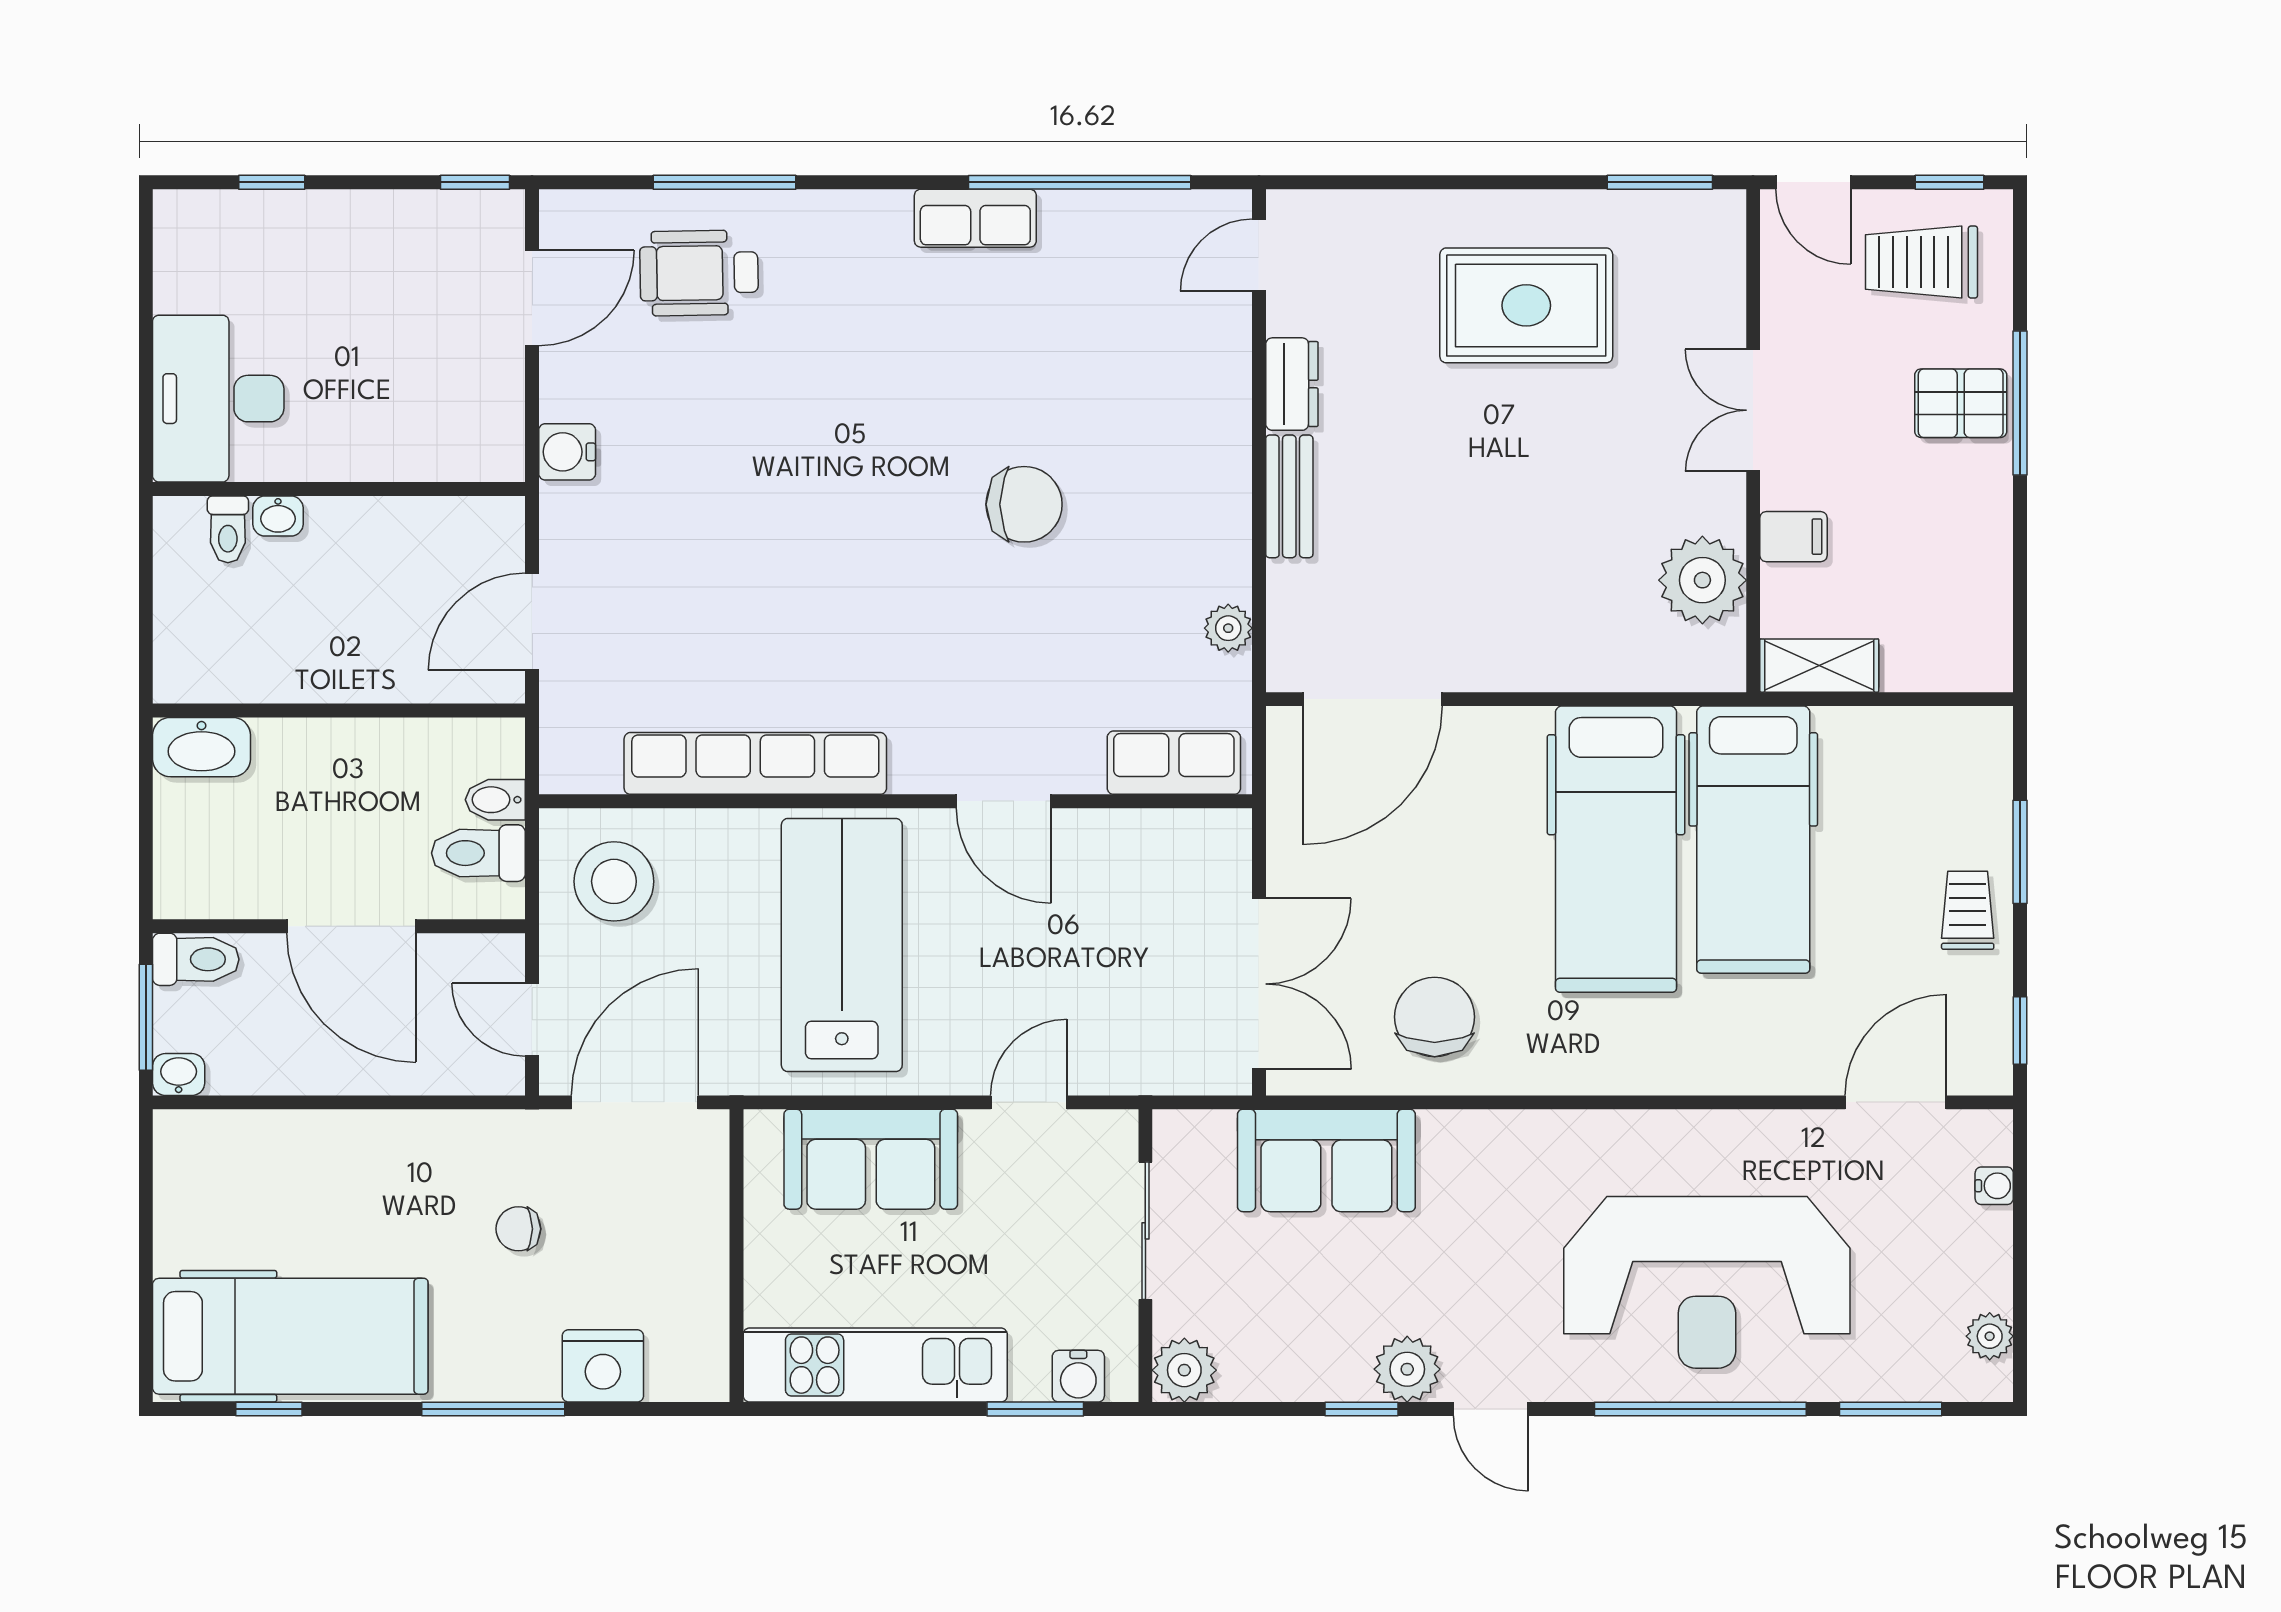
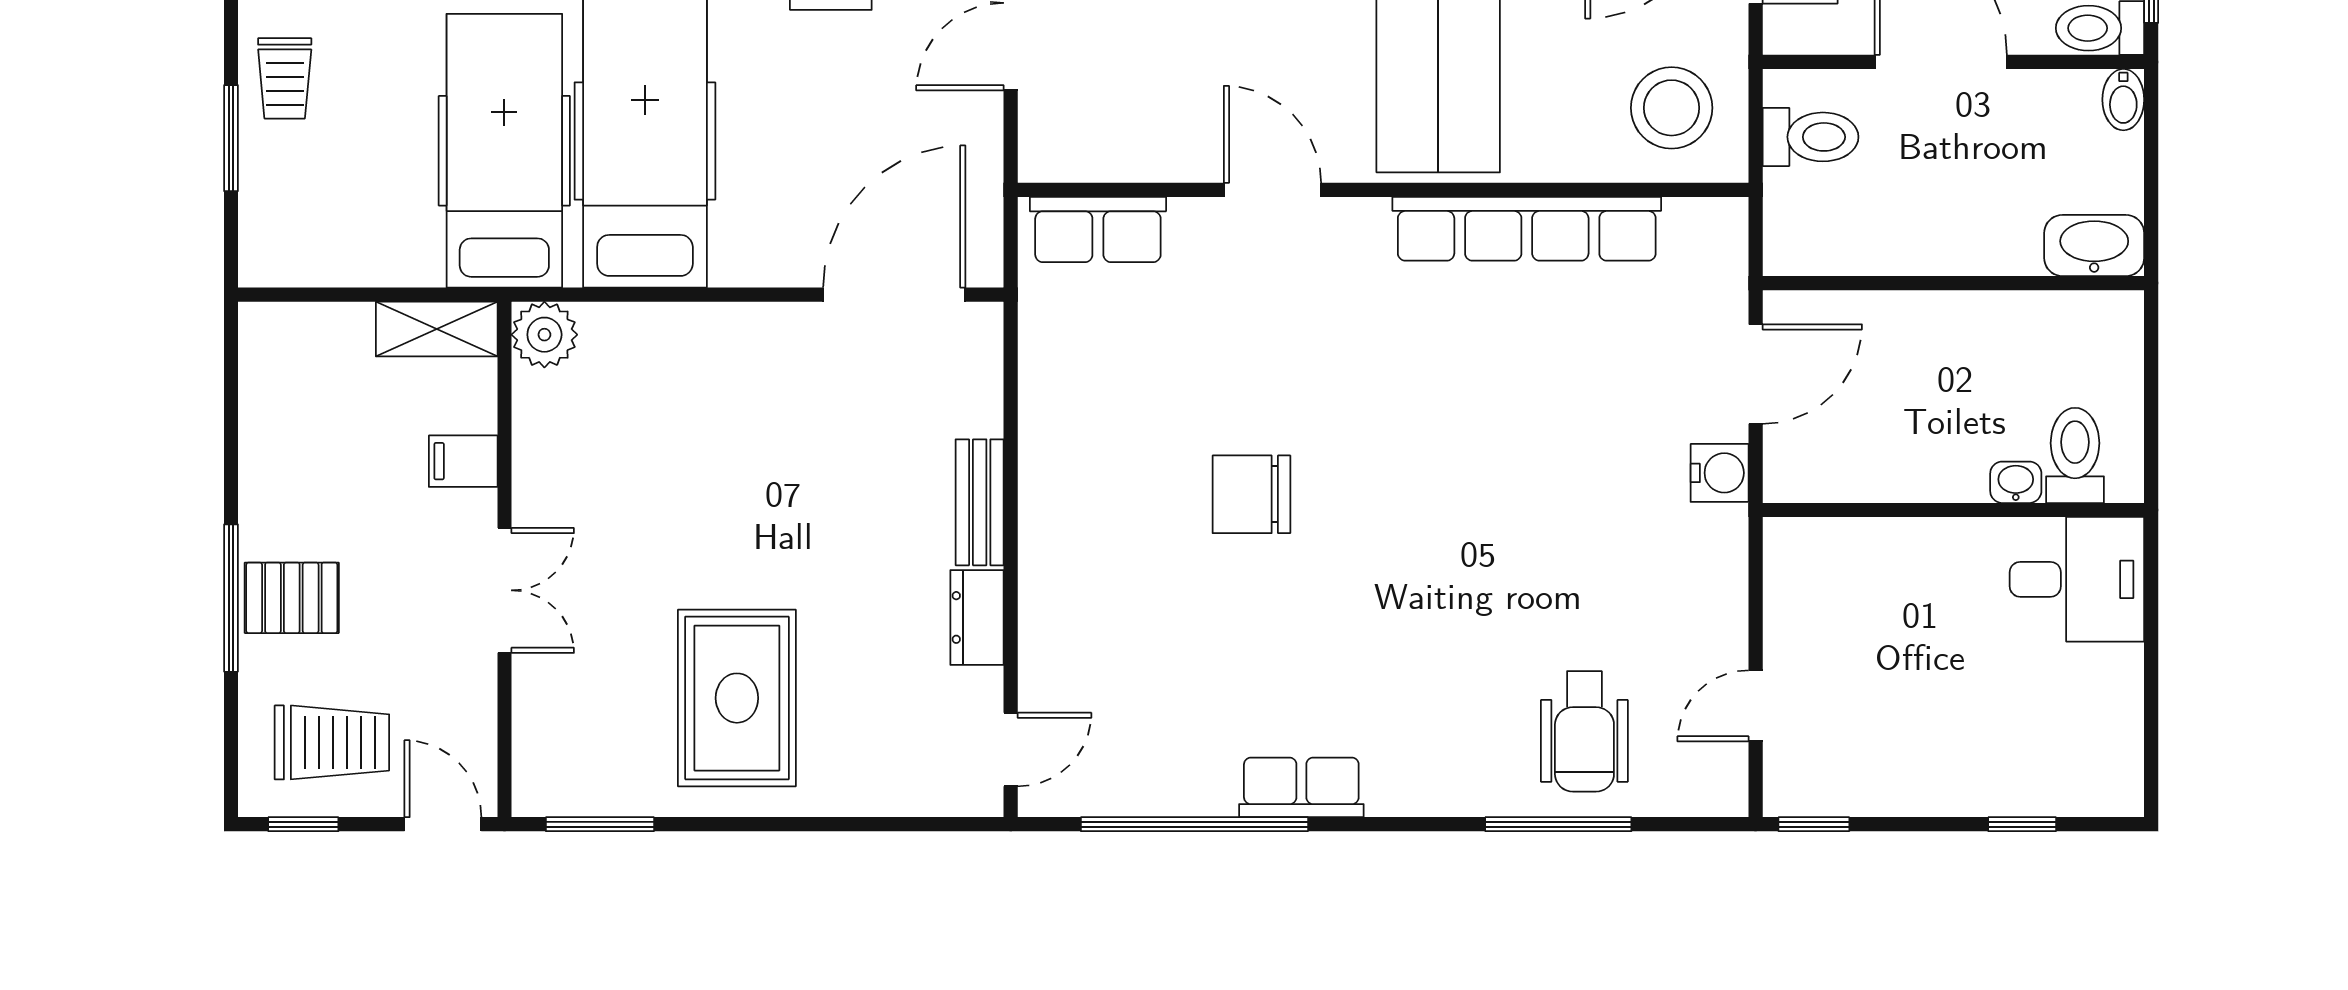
wheelchair: (699, 273) -> (1584, 731), turned 91
door: (532, 298) -> (1756, 706), width x0.73
rug: (1526, 305) -> (737, 698), turned 90
desk: (218, 399) -> (2077, 579), width x0.73
water cooler: (567, 452) -> (1720, 473), moved
toilet: (228, 529) -> (2075, 455), width x1.37, depth x1.39
plant: (1702, 580) -> (544, 335), moved, width x0.73, depth x0.73
plant: (1228, 628) -> (1042, 367), removed
bidet: (495, 800) -> (2123, 100), moved, turned 90

